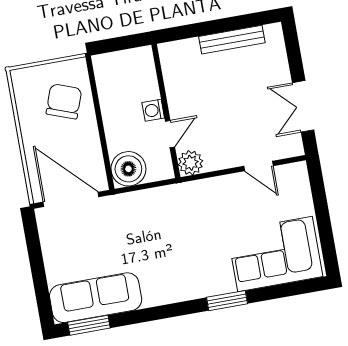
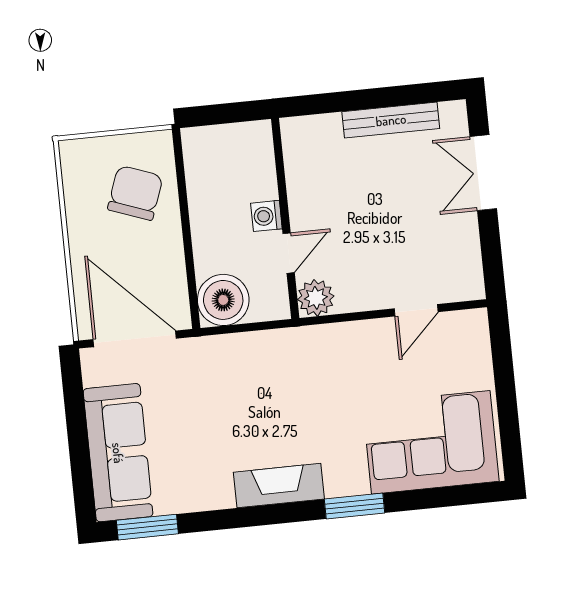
double door: (303, 106) -> (483, 173), moved
door: (258, 166) -> (416, 310), hinge flipped
fireplace: (175, 291) -> (279, 486), added
sofa: (96, 298) -> (118, 453), moved, turned 90

